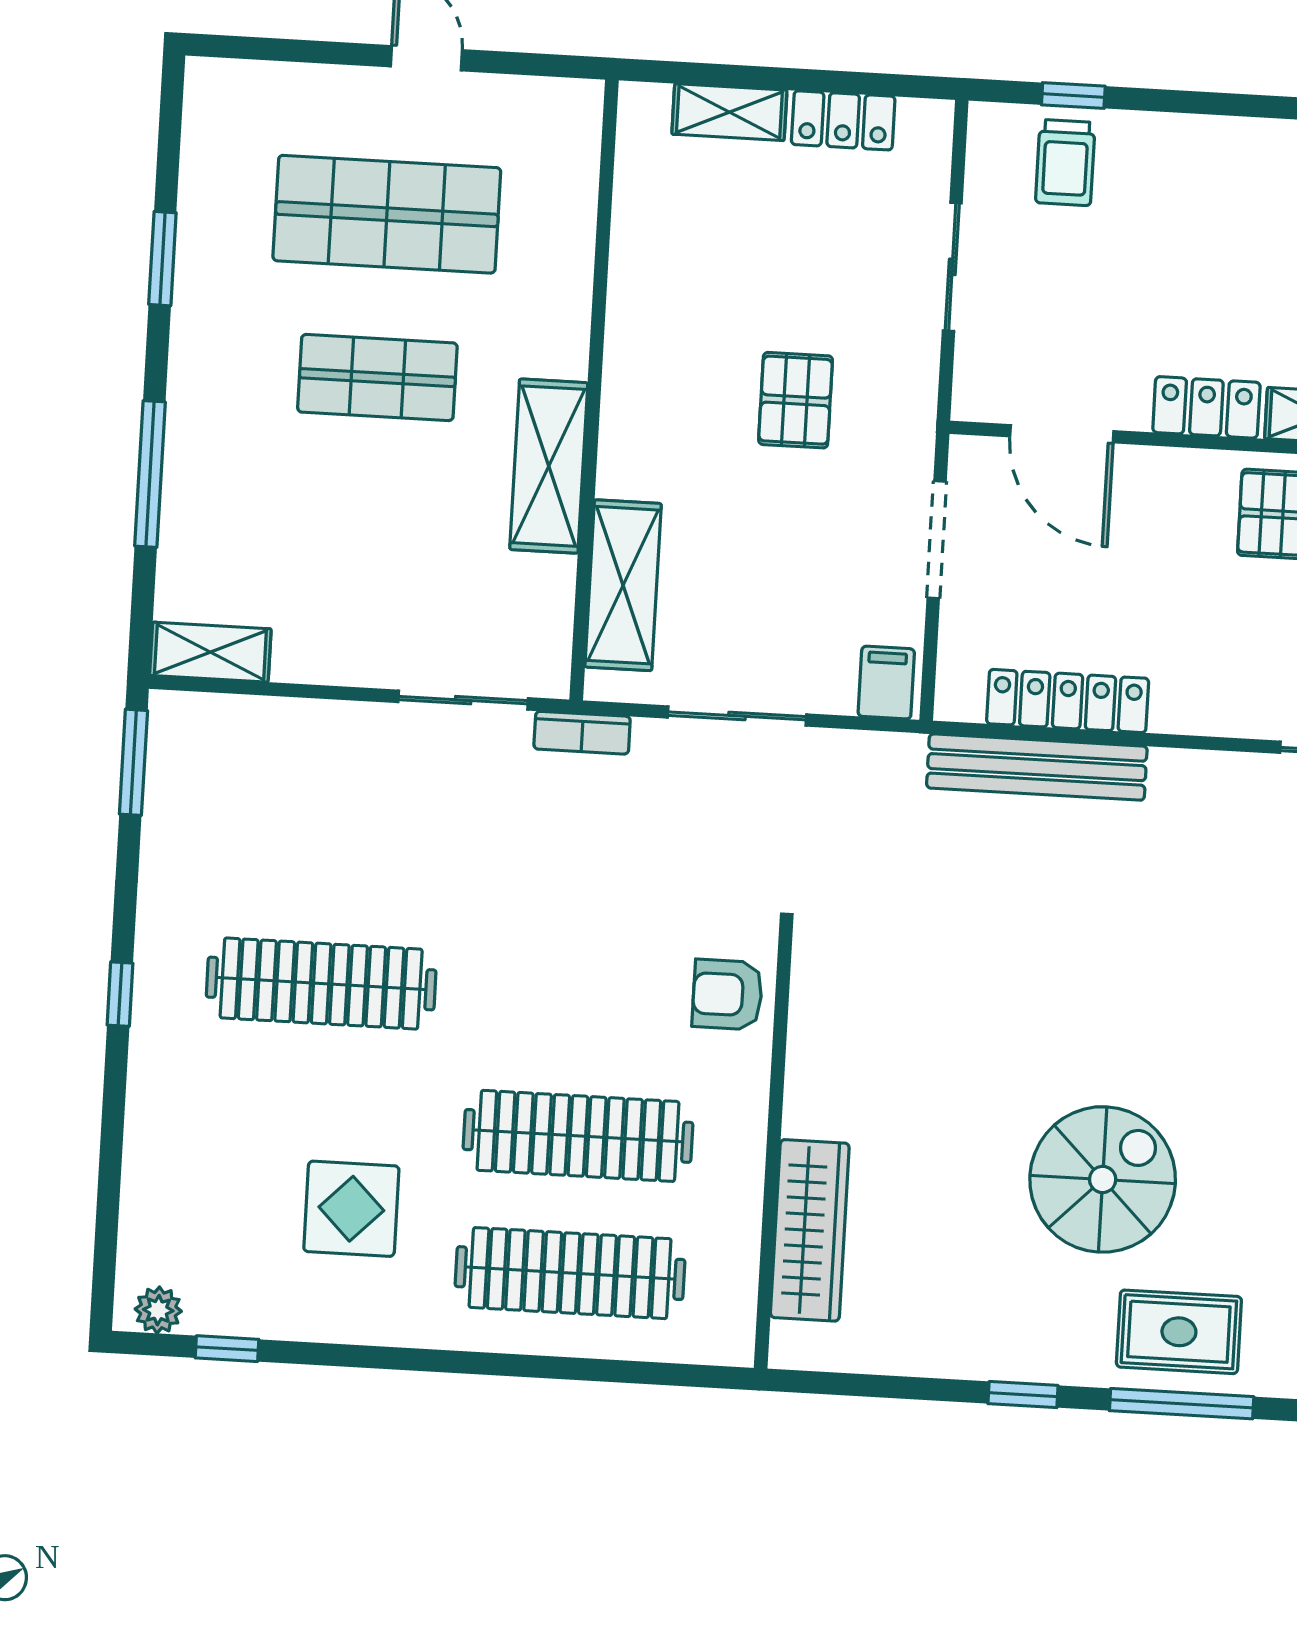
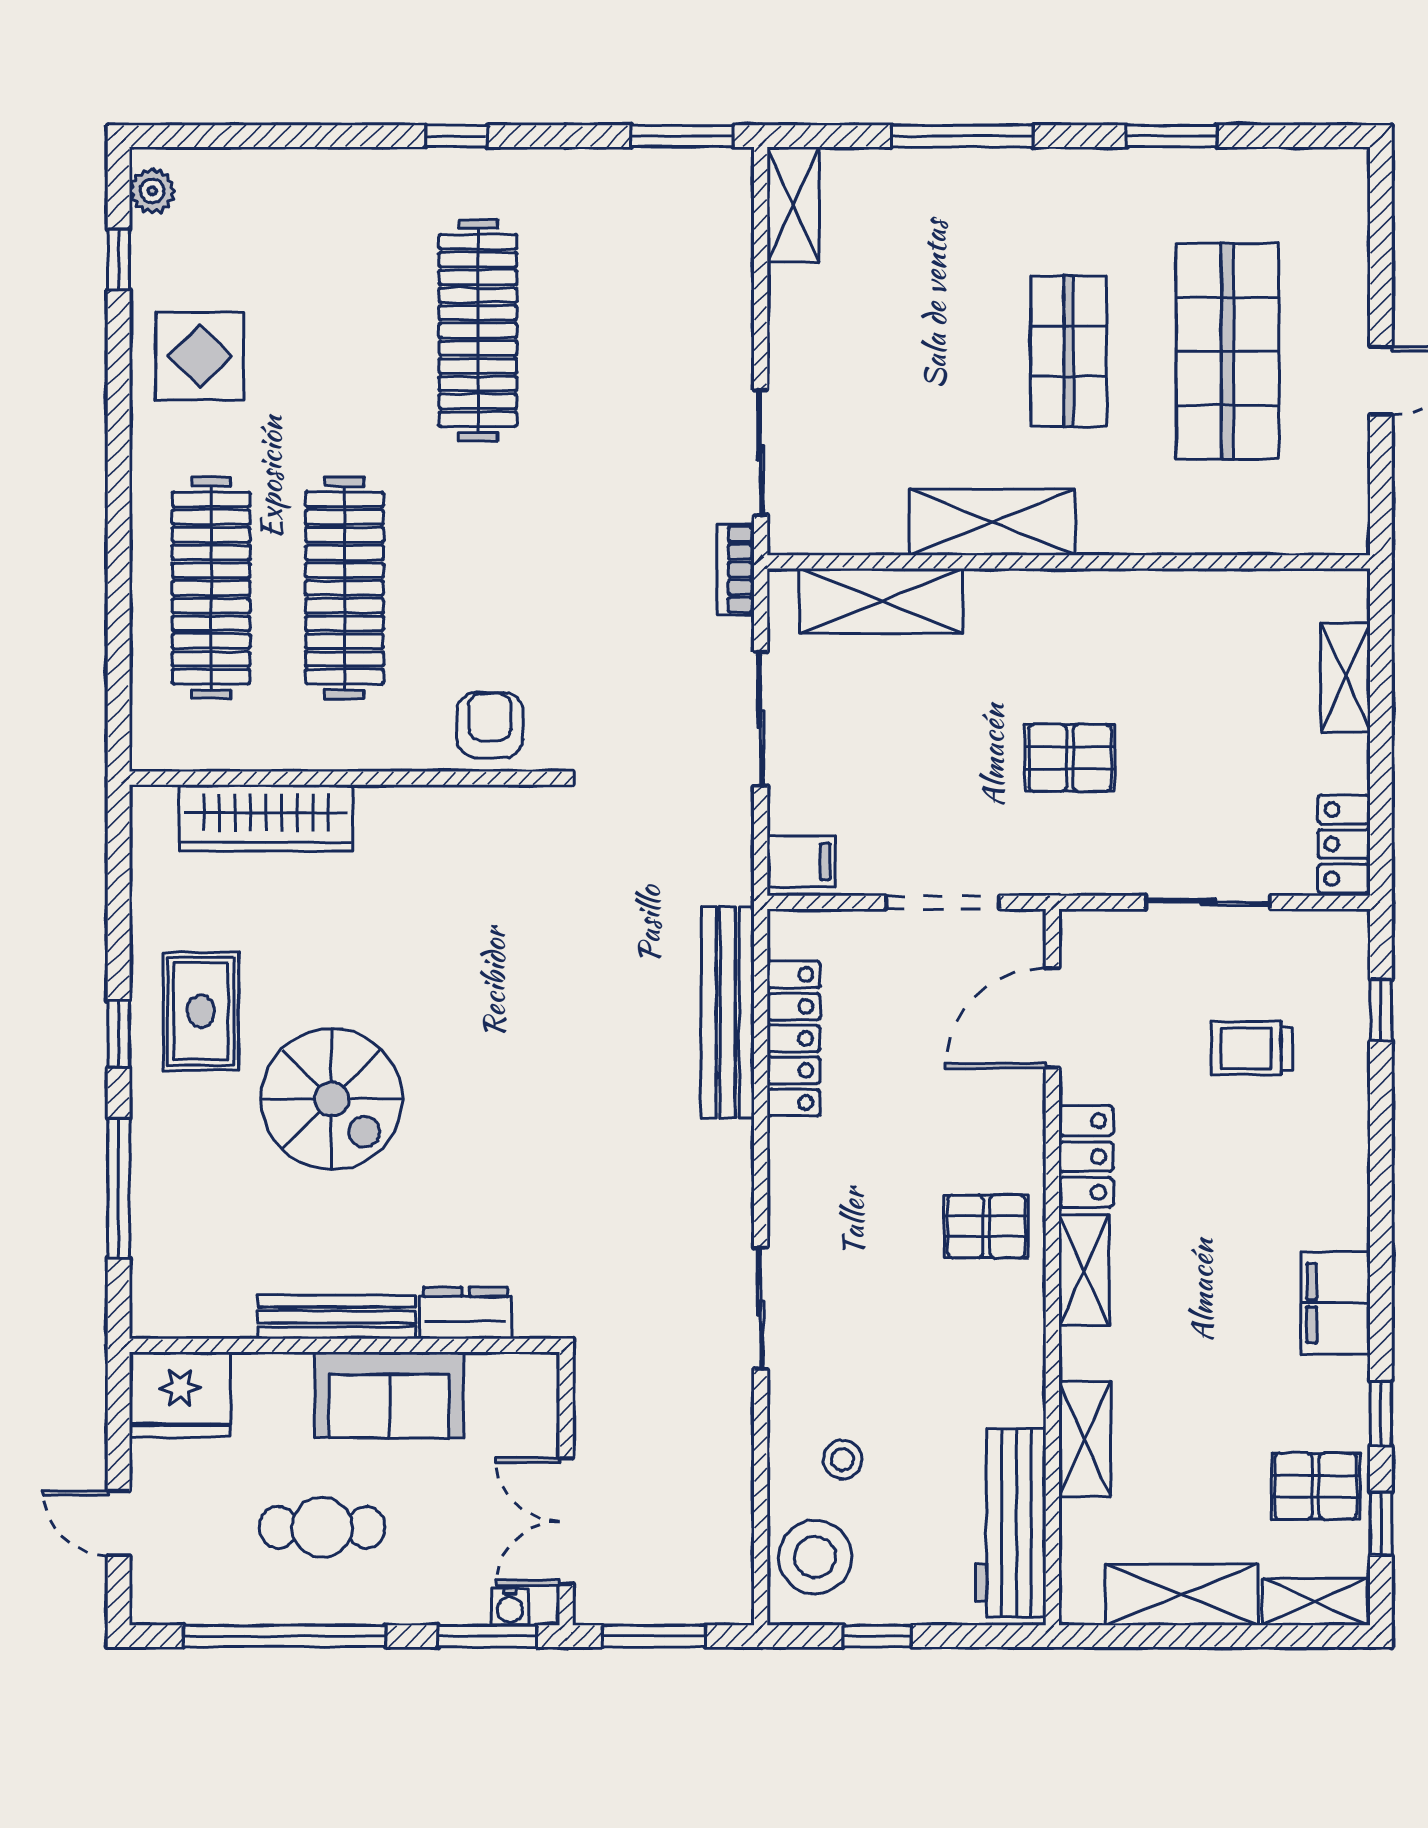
locker: (843, 120) -> (1344, 844), moved
trolley: (1065, 163) -> (1252, 1048), moved
display table: (351, 1209) -> (200, 356), moved
rug: (1179, 1332) -> (201, 1011), moved

